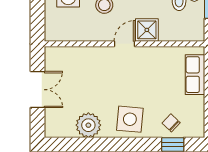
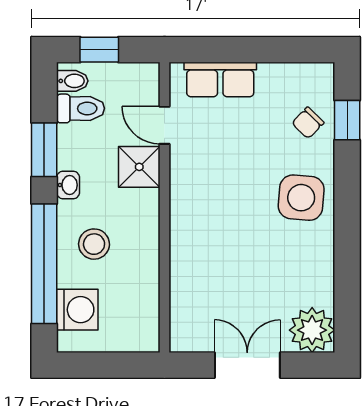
door: (125, 44) -> (164, 125), moved
plant: (88, 125) -> (312, 330), moved

